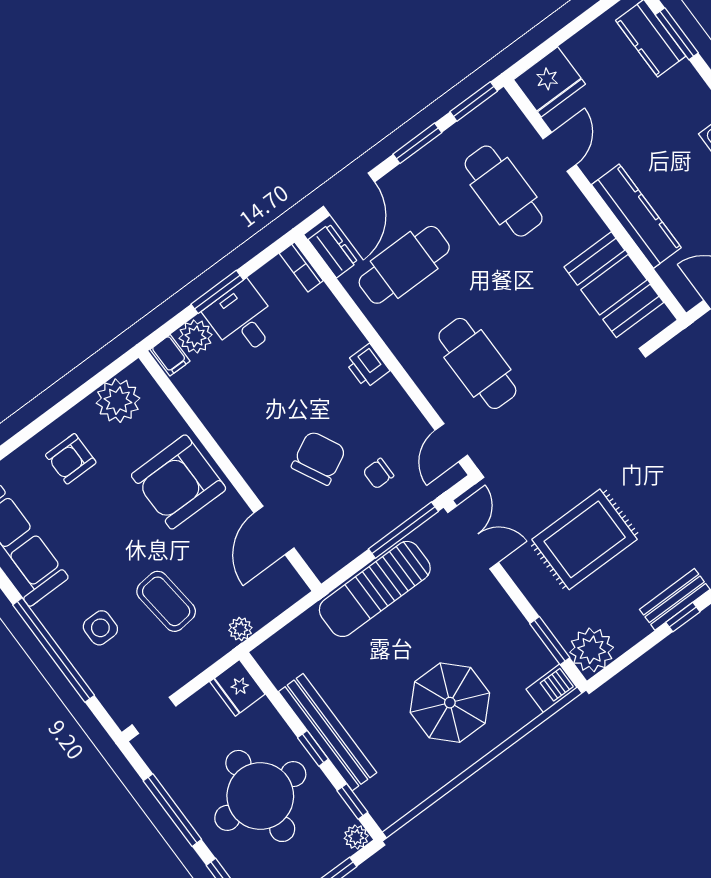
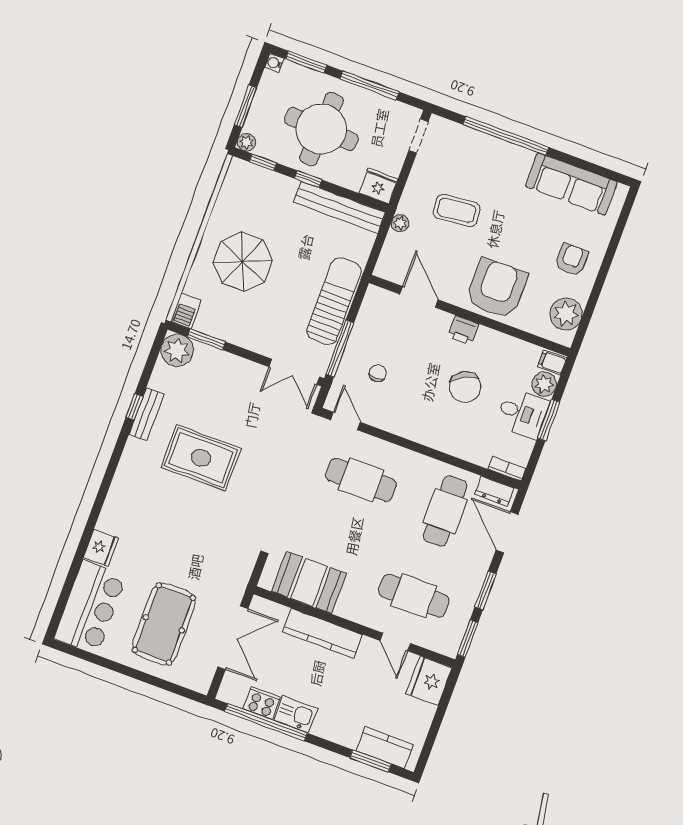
printer: (367, 366) -> (463, 330), moved, turned 180
chair: (319, 458) -> (465, 387), moved
rug: (585, 539) -> (201, 458), moved, turned 90
side table: (100, 628) -> (486, 168), removed
bench: (328, 732) -> (339, 207), moved

